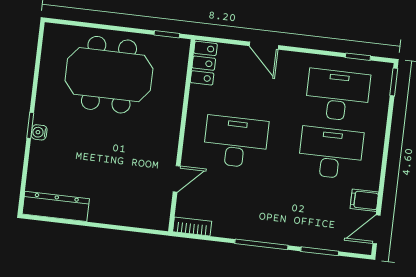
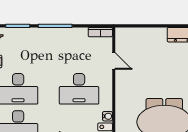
water cooler: (196, 94) -> (107, 116), added
door: (177, 179) -> (114, 61), swing flipped

